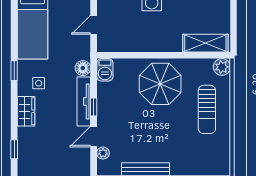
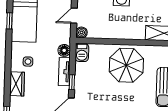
boiler: (104, 45) -> (82, 32), added
window: (14, 71) -> (9, 21), moved
tv unit: (84, 101) -> (64, 72), width x0.71

